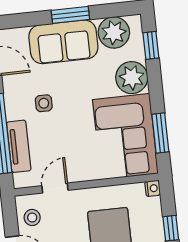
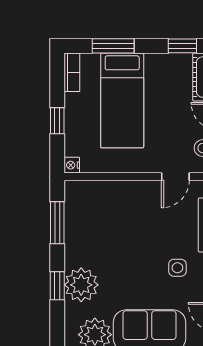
window: (151, 45) -> (57, 286), moved
corner sofa: (125, 137) -> (95, 223), removed

